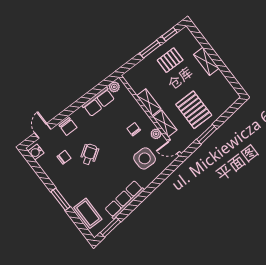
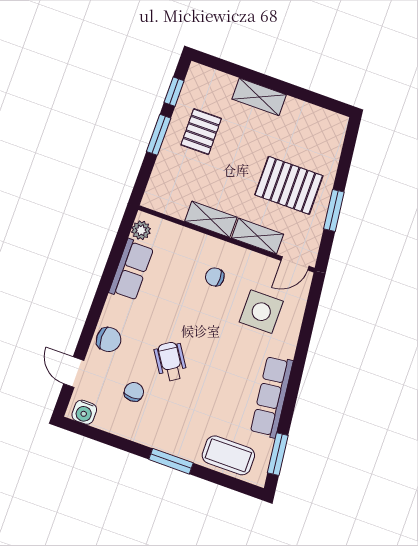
plant: (156, 134) -> (254, 261), removed

